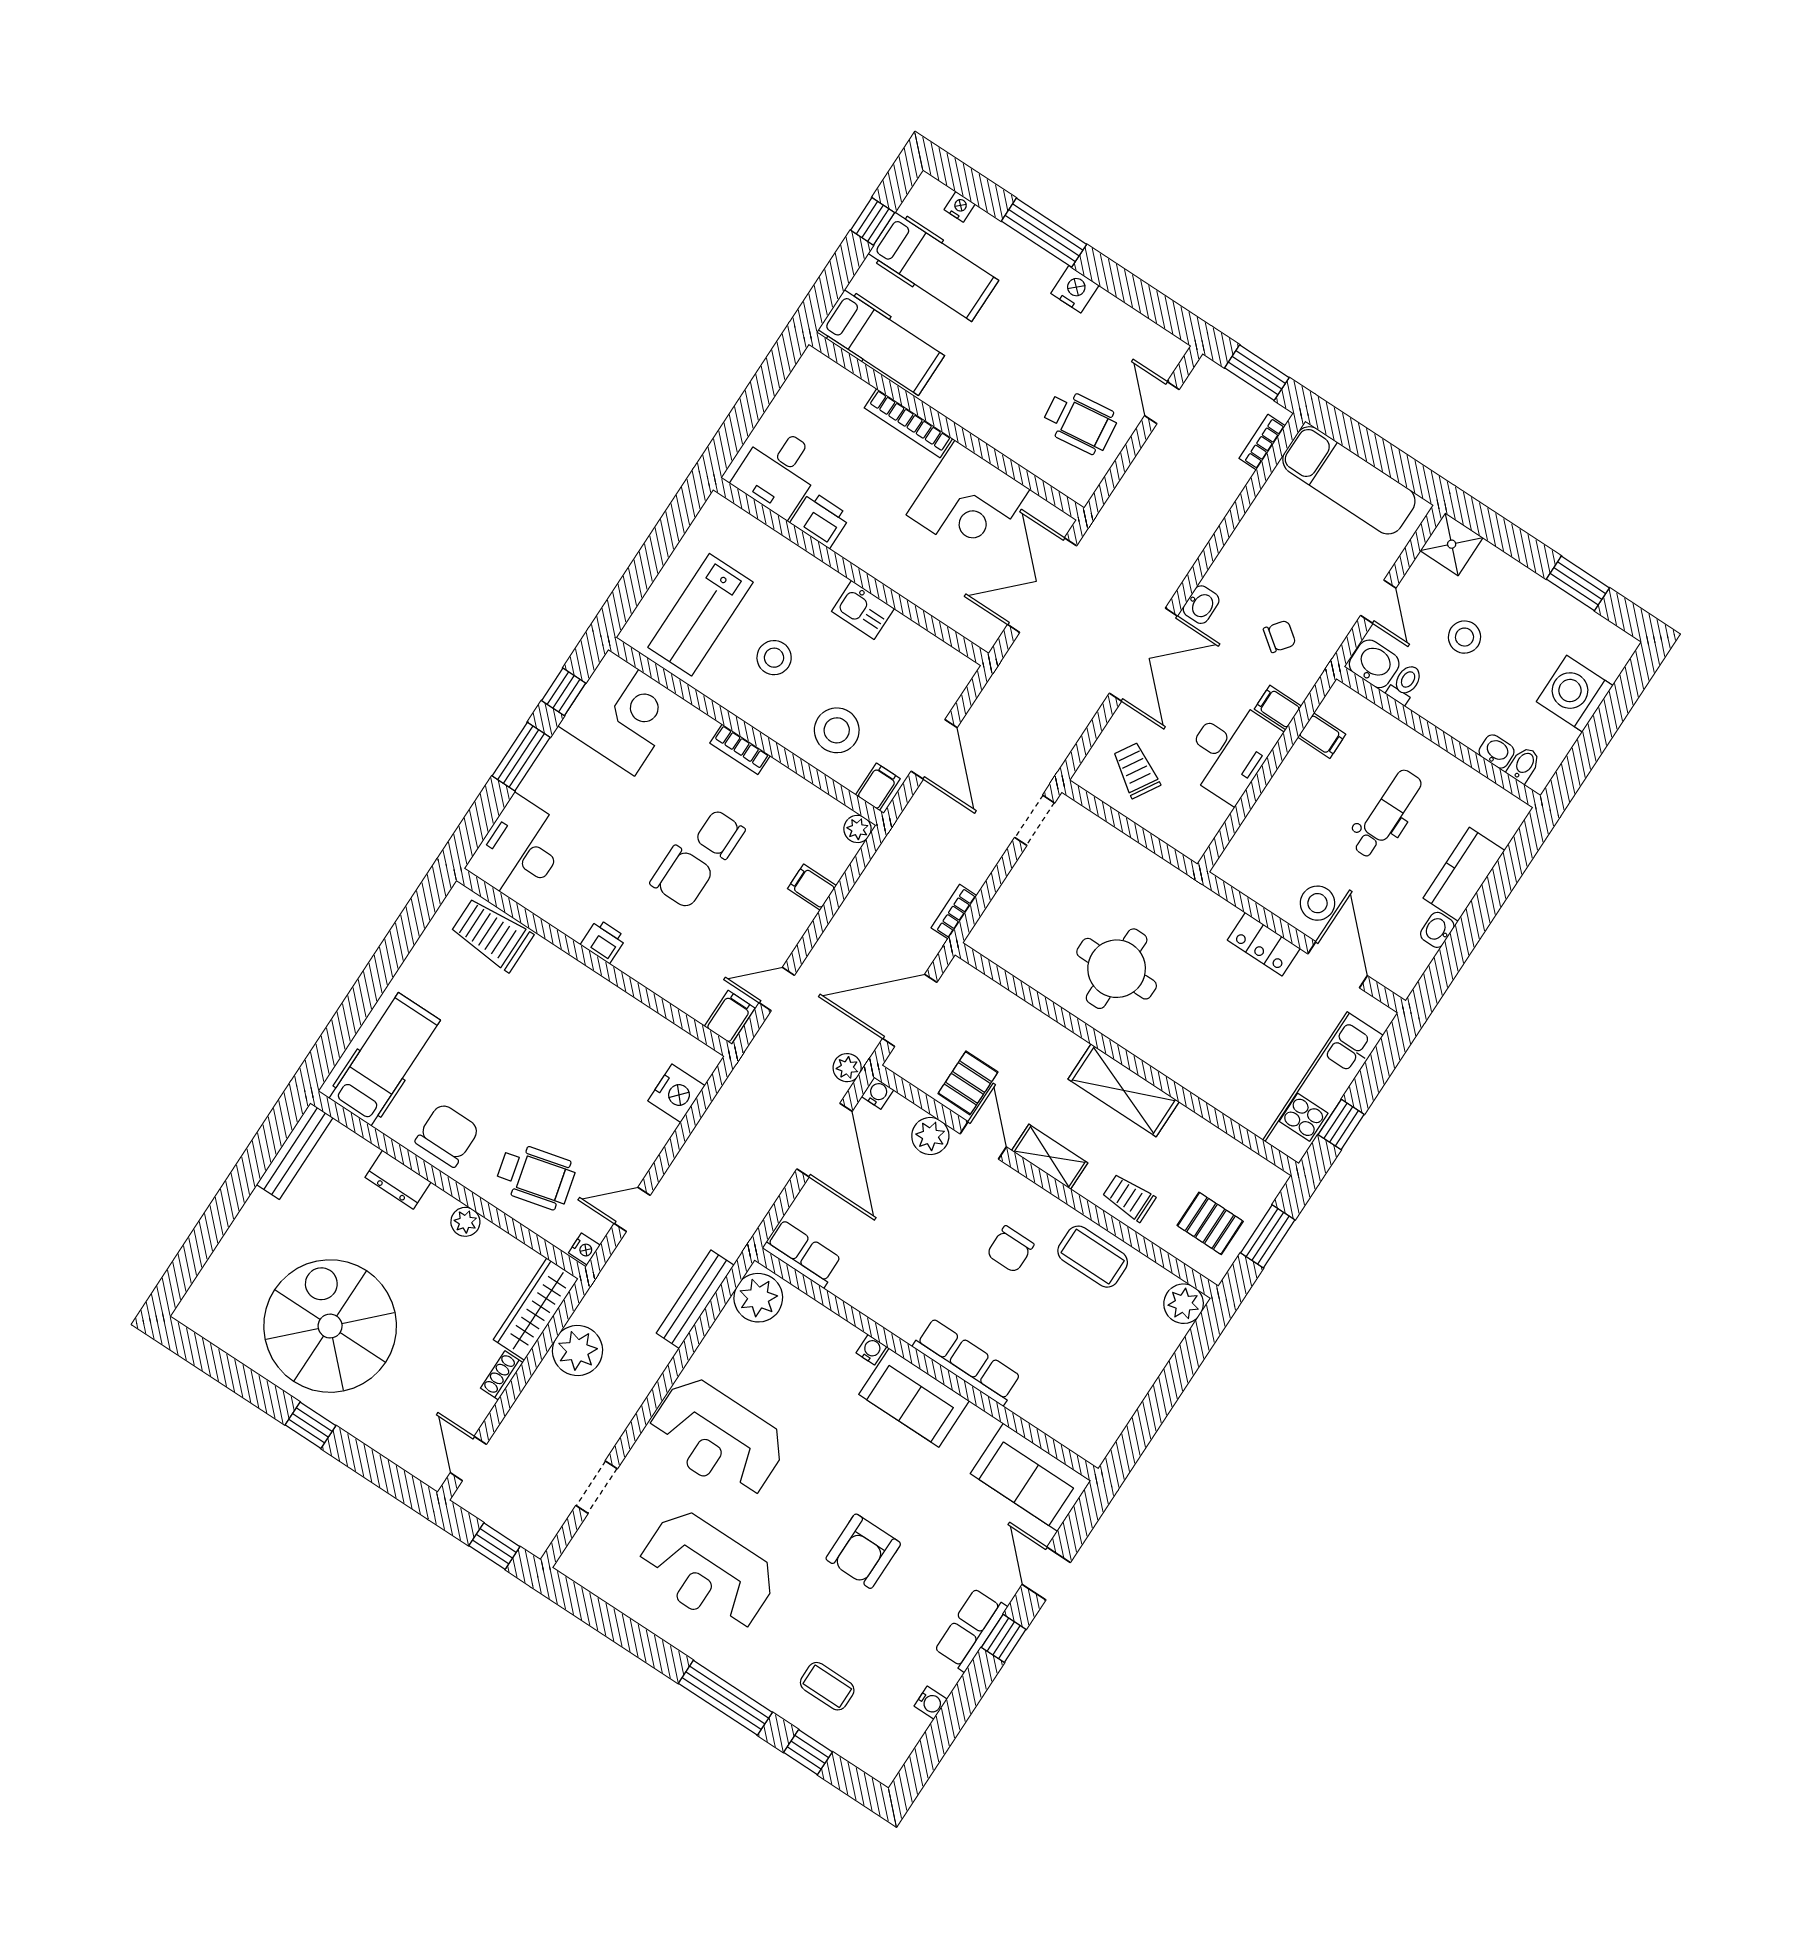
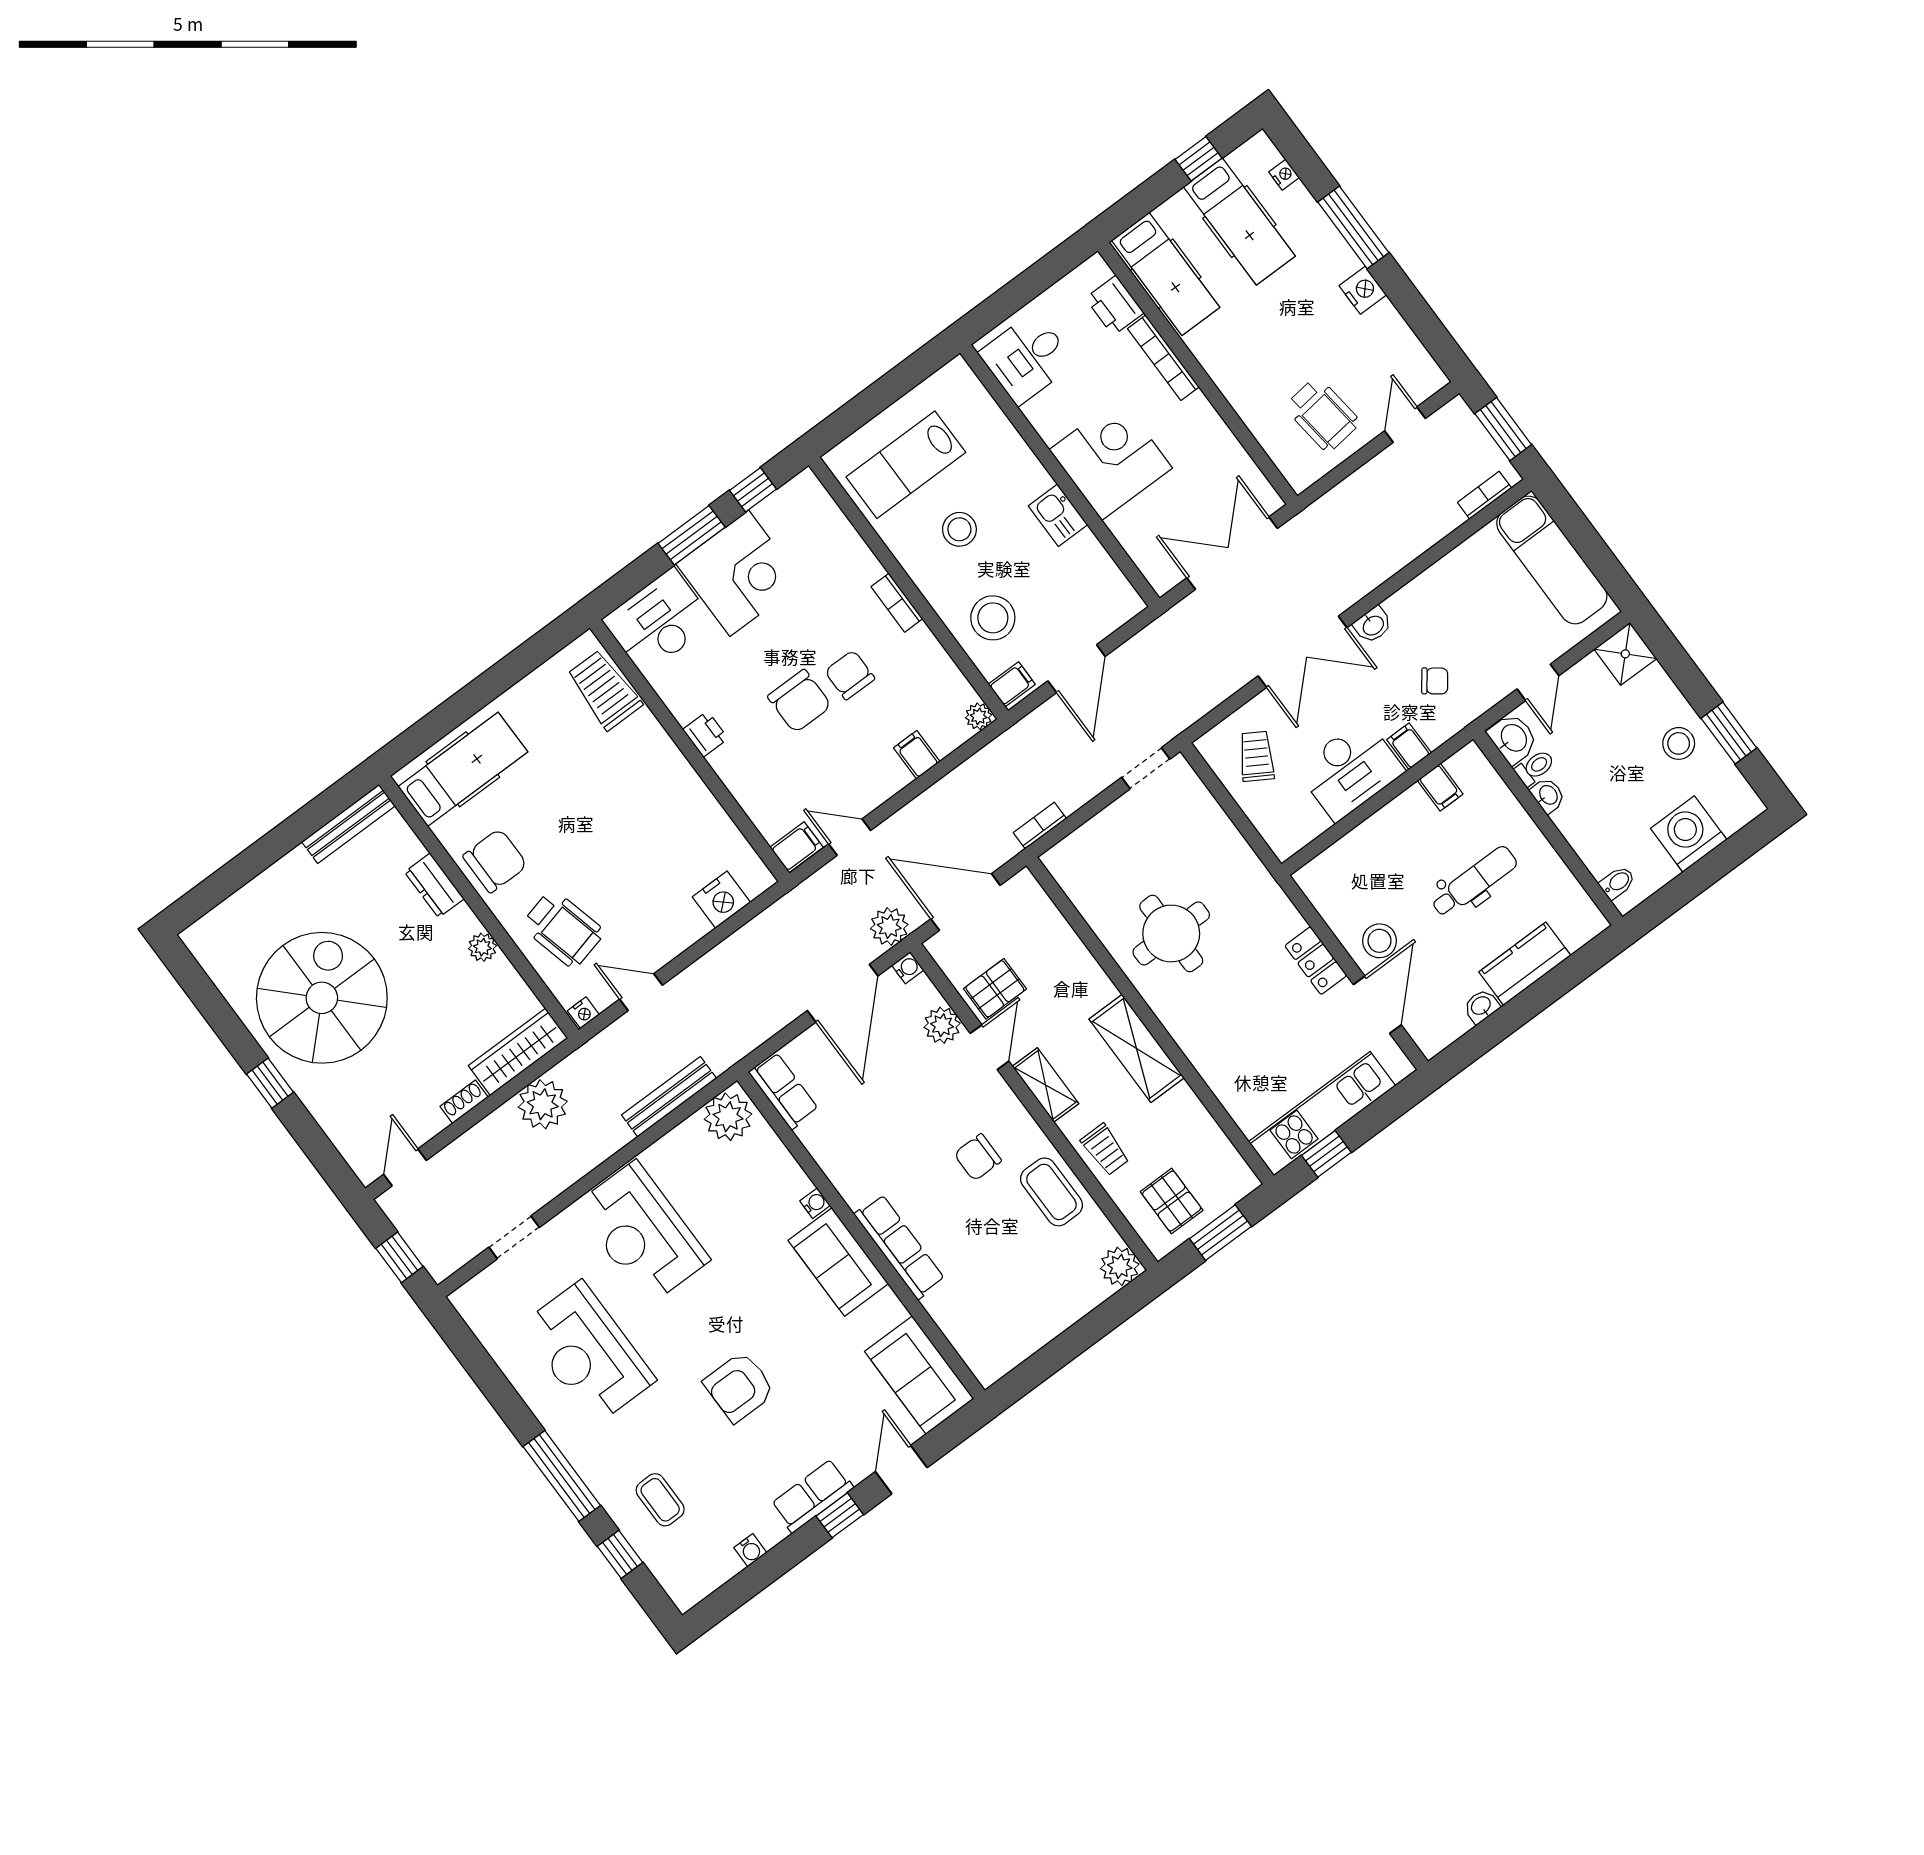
corner desk: (968, 502) -> (1111, 459), moved, turned 180
printer: (820, 519) -> (1115, 305), moved, turned 180
stool: (1464, 637) -> (1679, 743), moved
corner desk: (621, 713) -> (739, 573), moved
washbasin: (1497, 752) -> (1548, 795), moved
plant: (847, 1068) -> (889, 926), width x1.38, depth x1.38
trolley: (1129, 1198) -> (1105, 1150), turned 180

